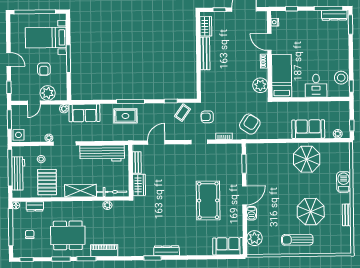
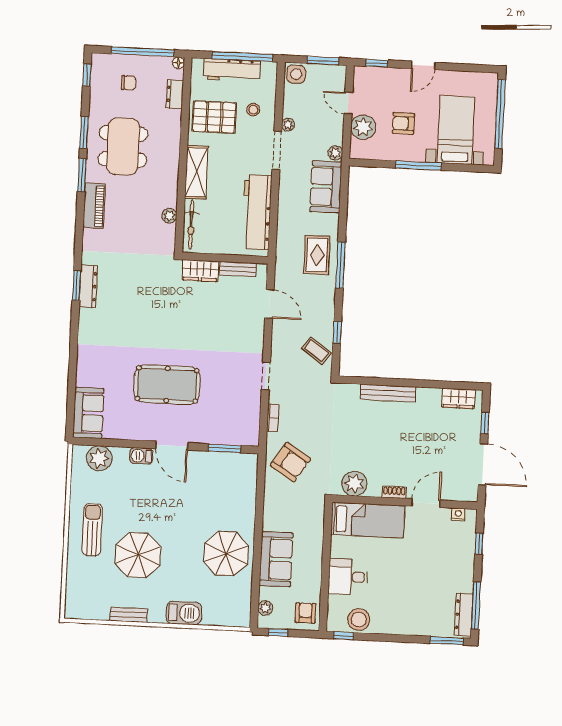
bench: (205, 53) -> (388, 393), moved
armchair: (207, 117) -> (306, 613), moved
dresser: (167, 251) -> (88, 286), moved

